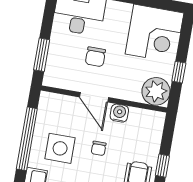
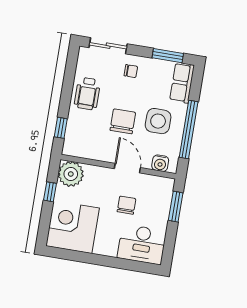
water cooler: (119, 113) -> (160, 163), moved
chair: (99, 148) -> (123, 121), width x1.87, depth x1.87
window: (162, 166) -> (61, 128), moved

